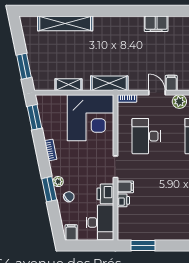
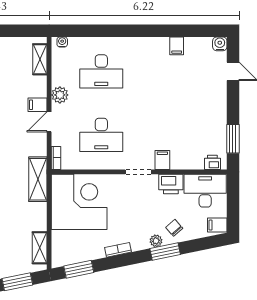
shelving: (68, 85) -> (40, 248), moved
printer: (123, 200) -> (212, 162), moved

